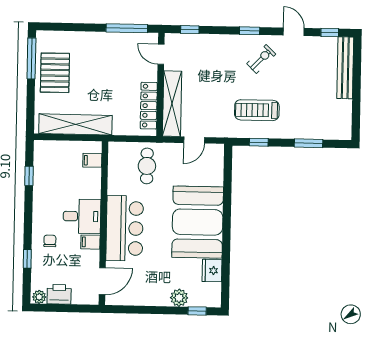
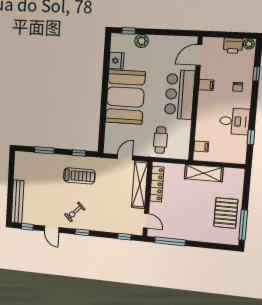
shelving: (75, 124) -> (204, 173), width x0.68
desk: (82, 216) -> (235, 121), moved, turned 180

